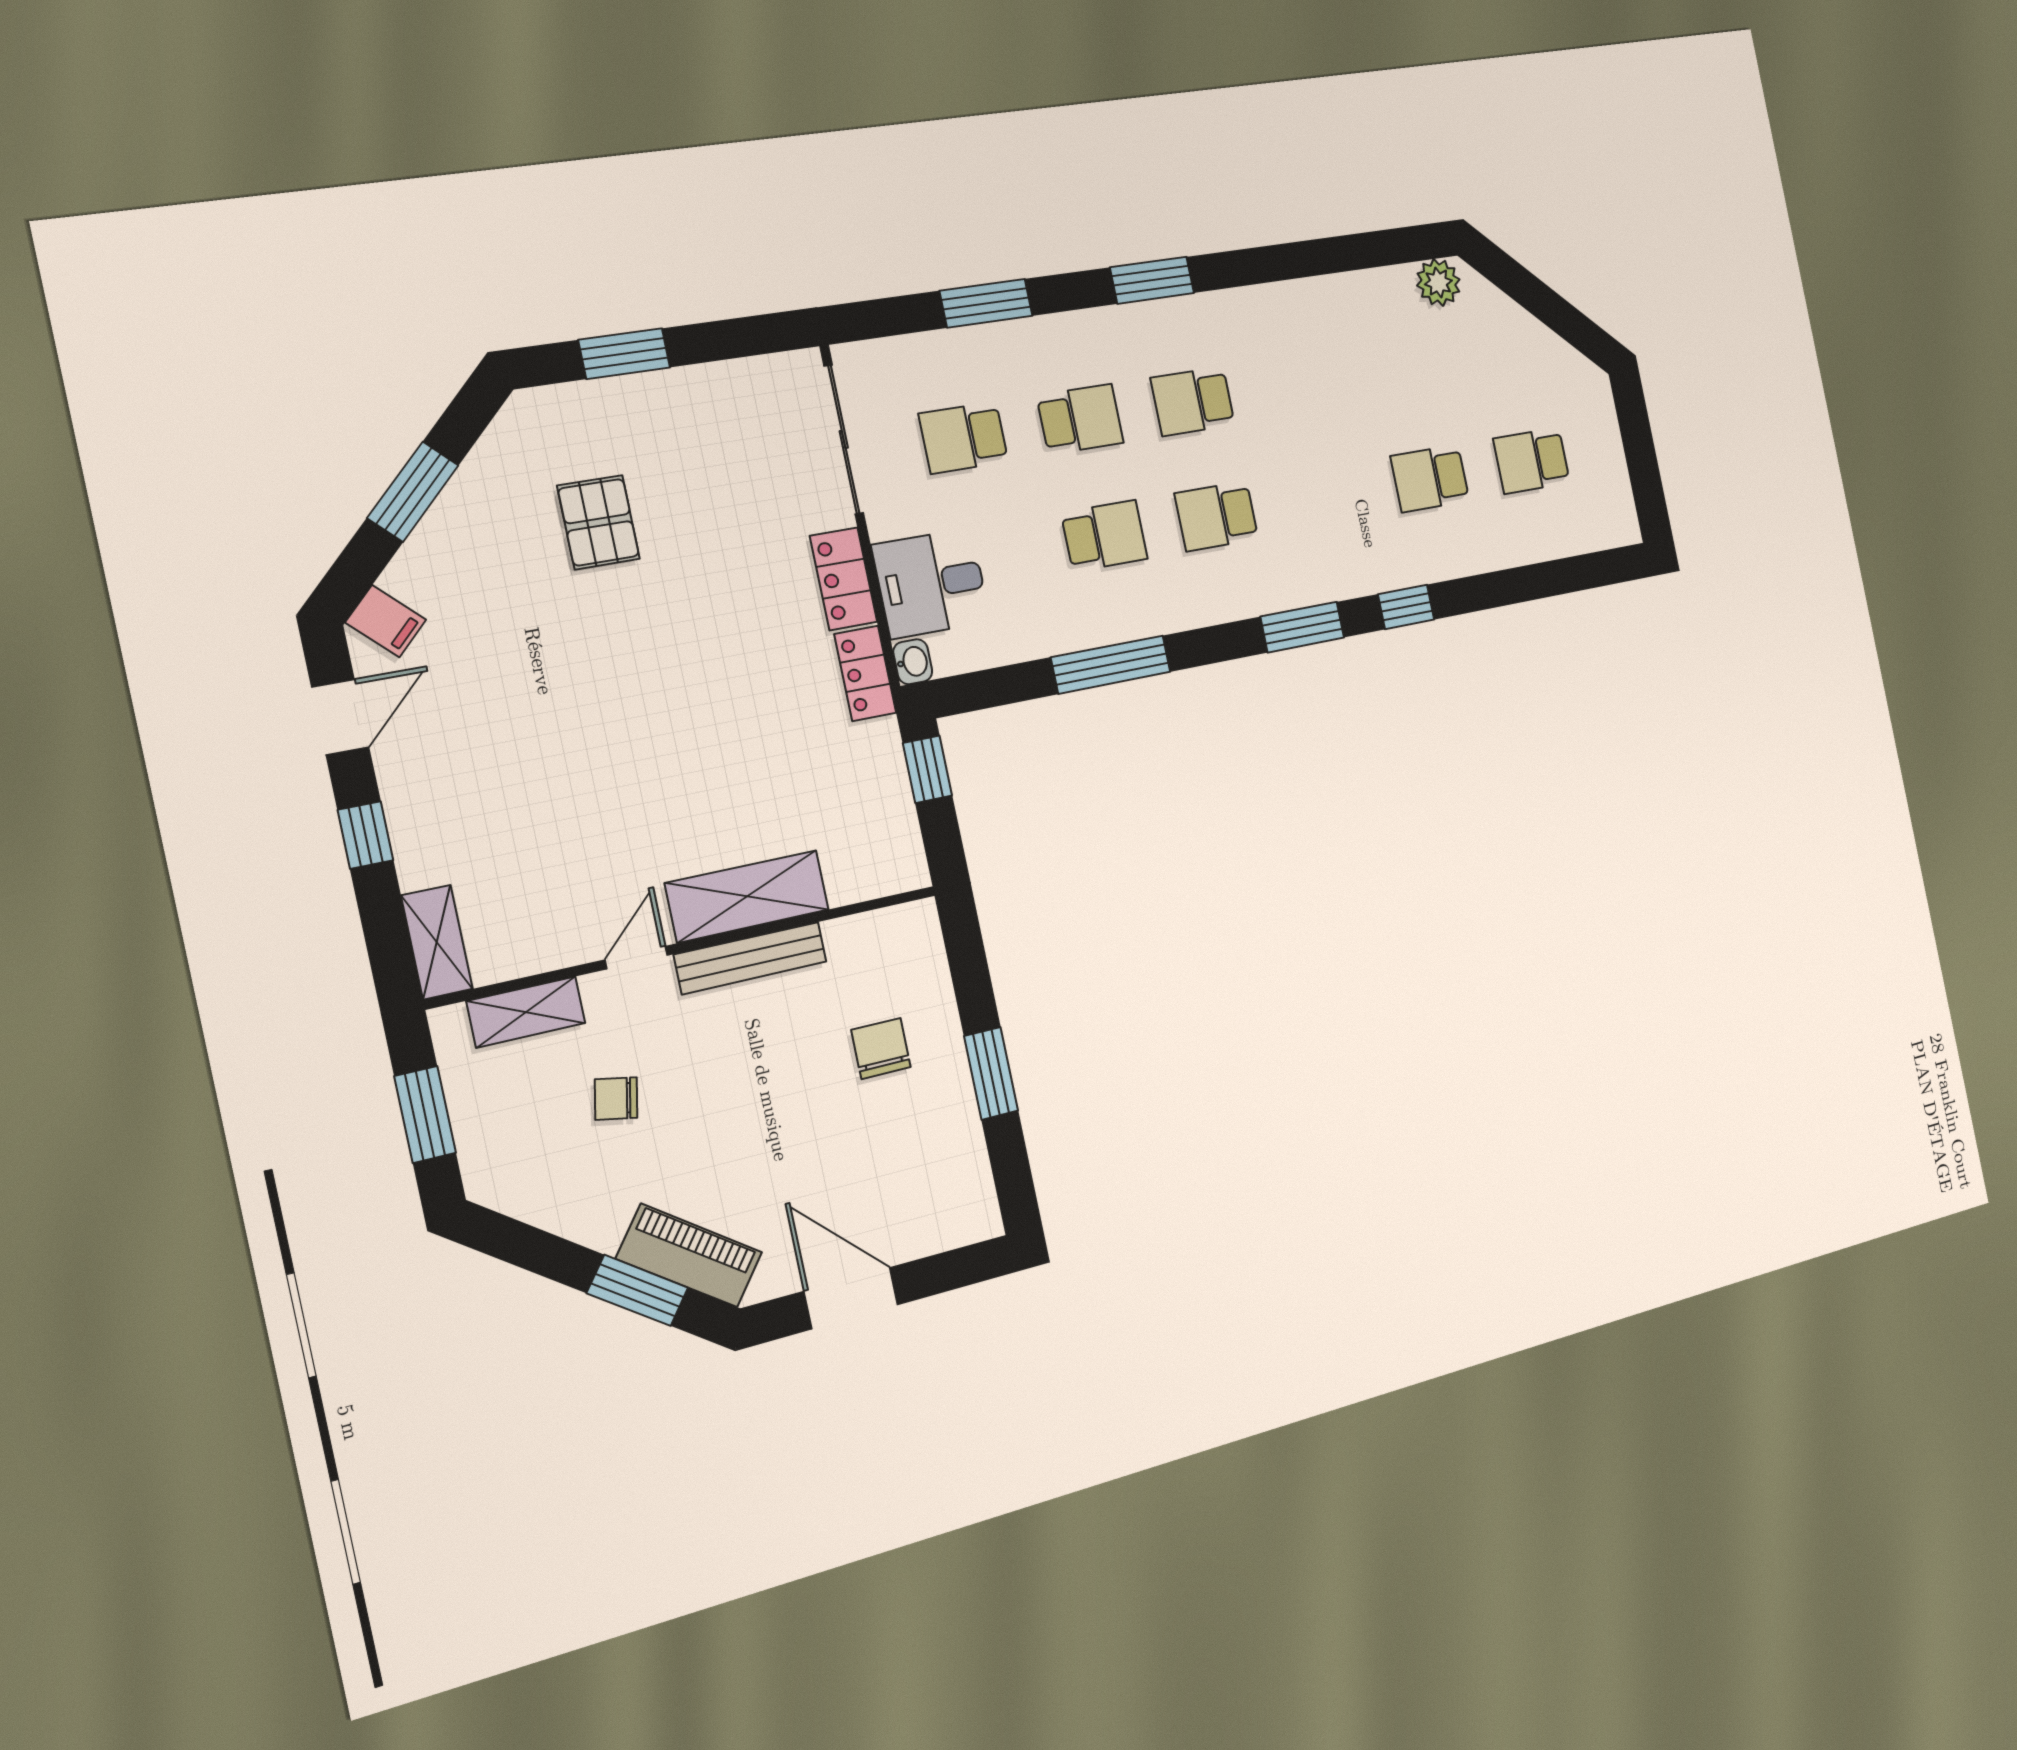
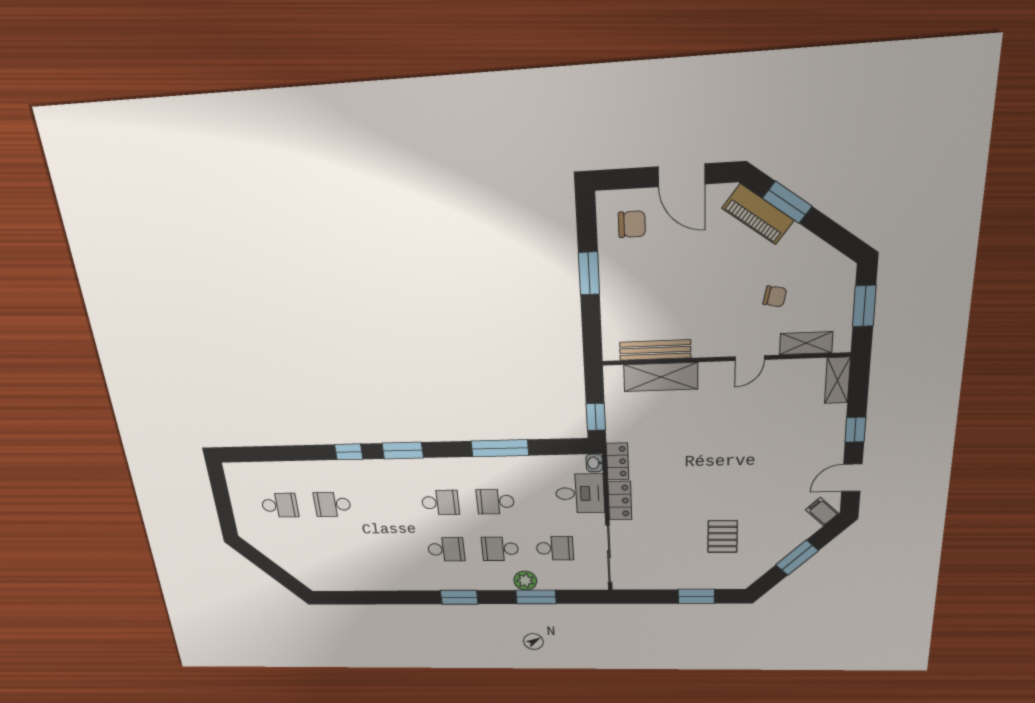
plant: (1438, 282) -> (525, 581), moved
school desk: (1430, 478) -> (332, 504), turned 180
shelving: (747, 896) -> (661, 377), moved
bench: (751, 958) -> (655, 350), moved
chair: (881, 1048) -> (632, 224), moved, turned -90

